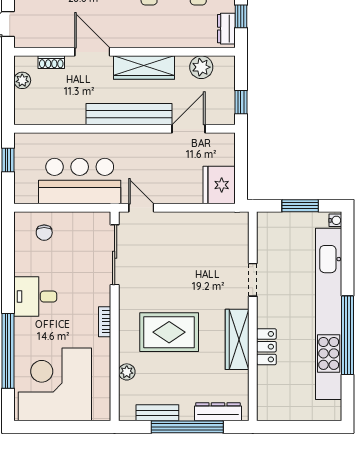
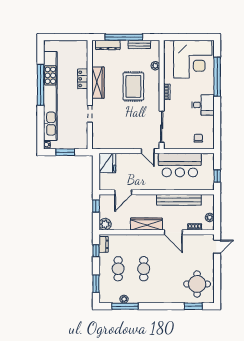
plant: (201, 67) -> (105, 224), moved
bench: (129, 114) -> (179, 200), moved
rug: (169, 332) -> (133, 86), turned 90

